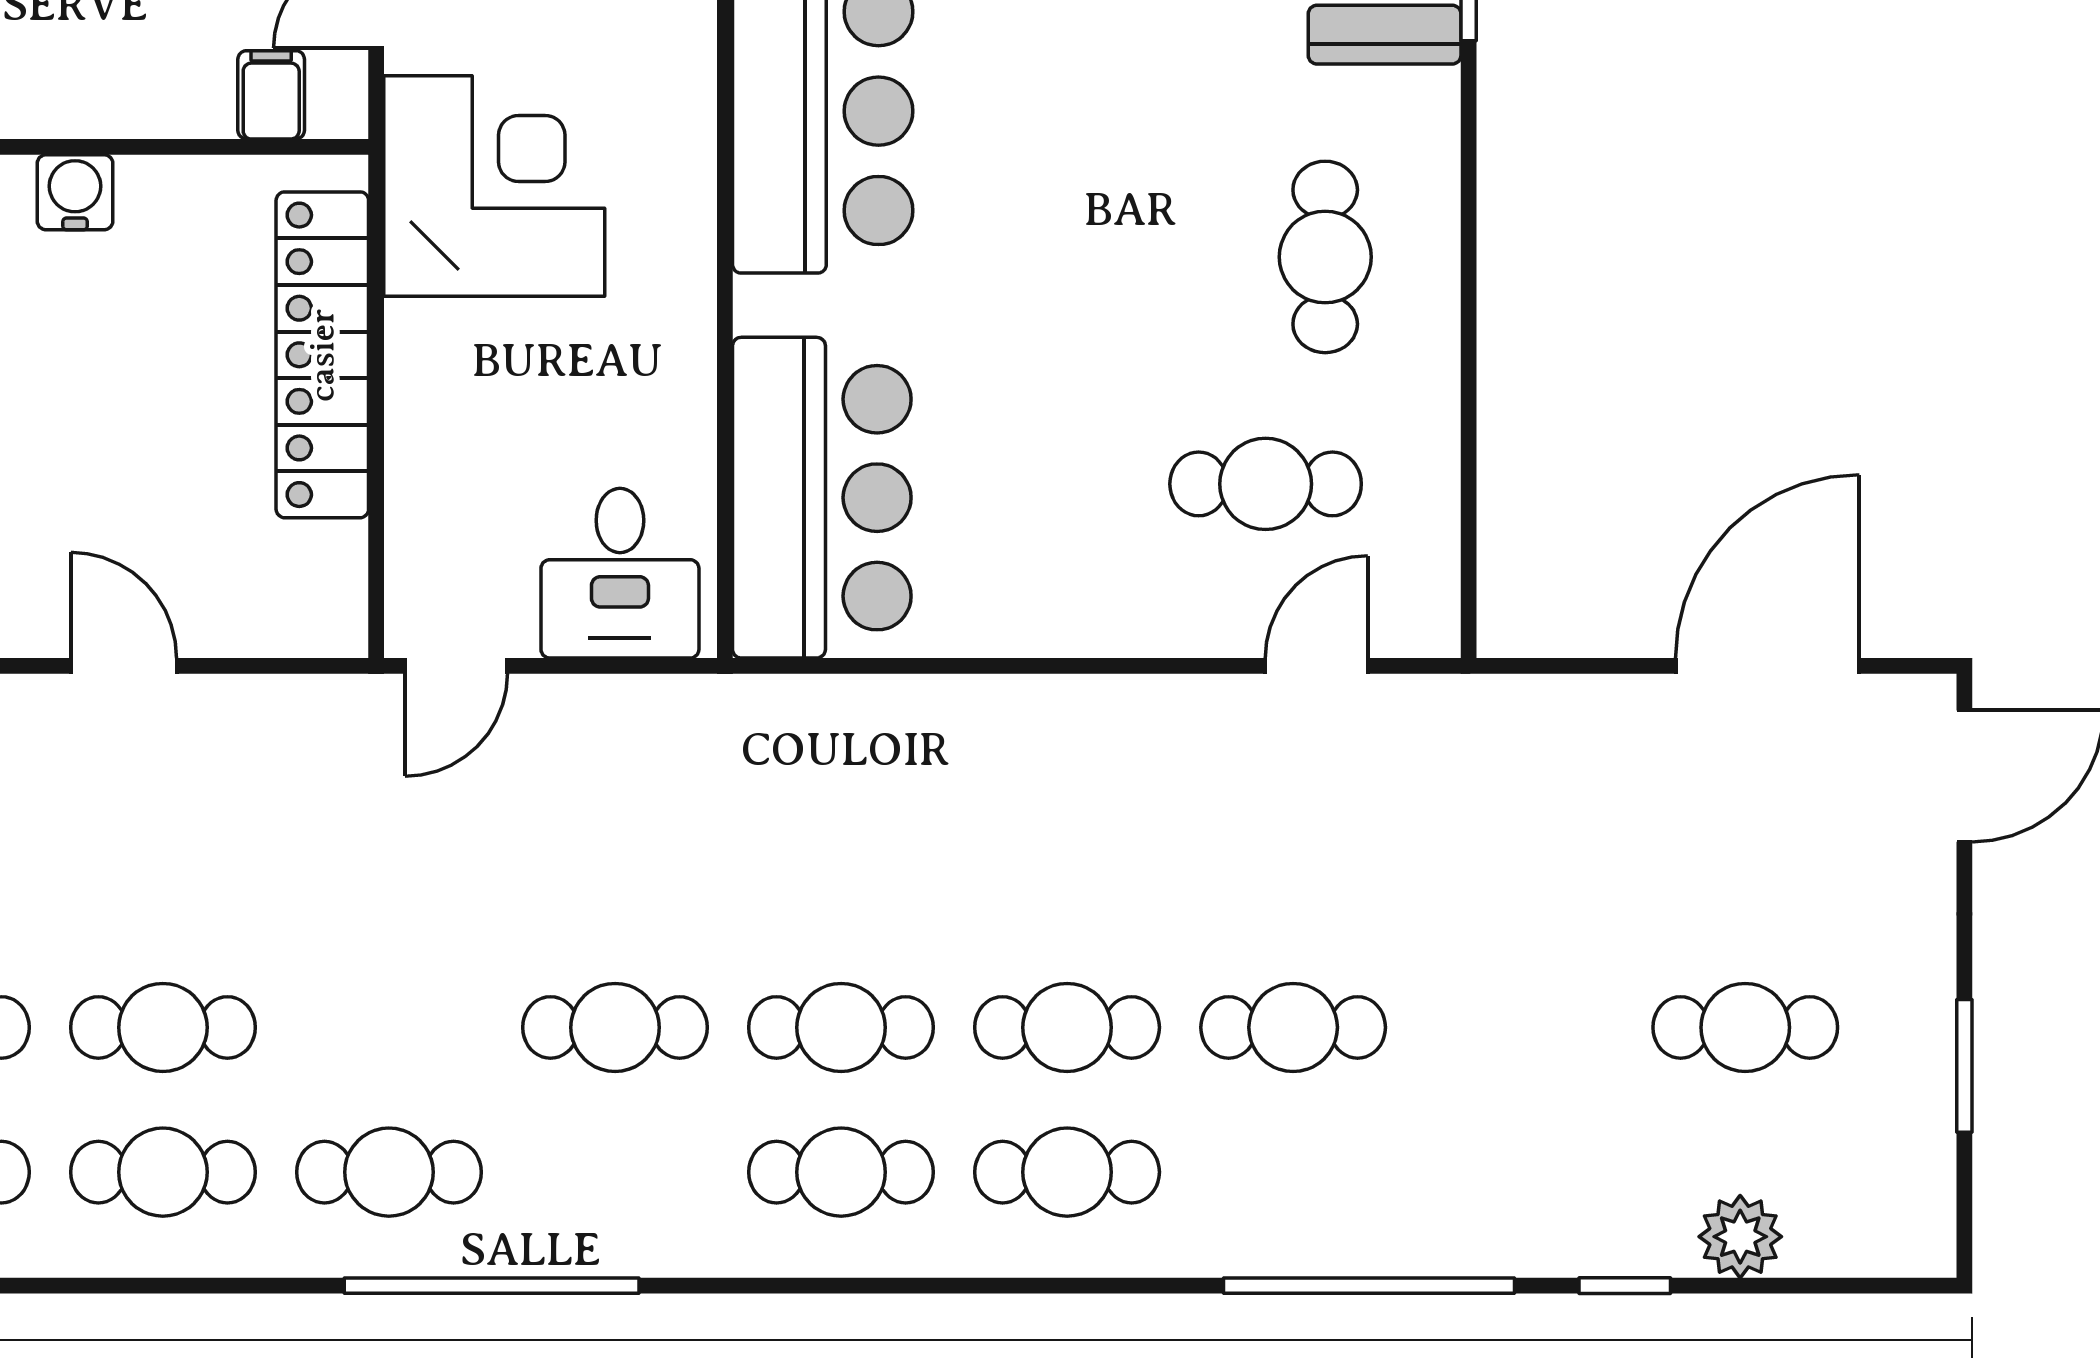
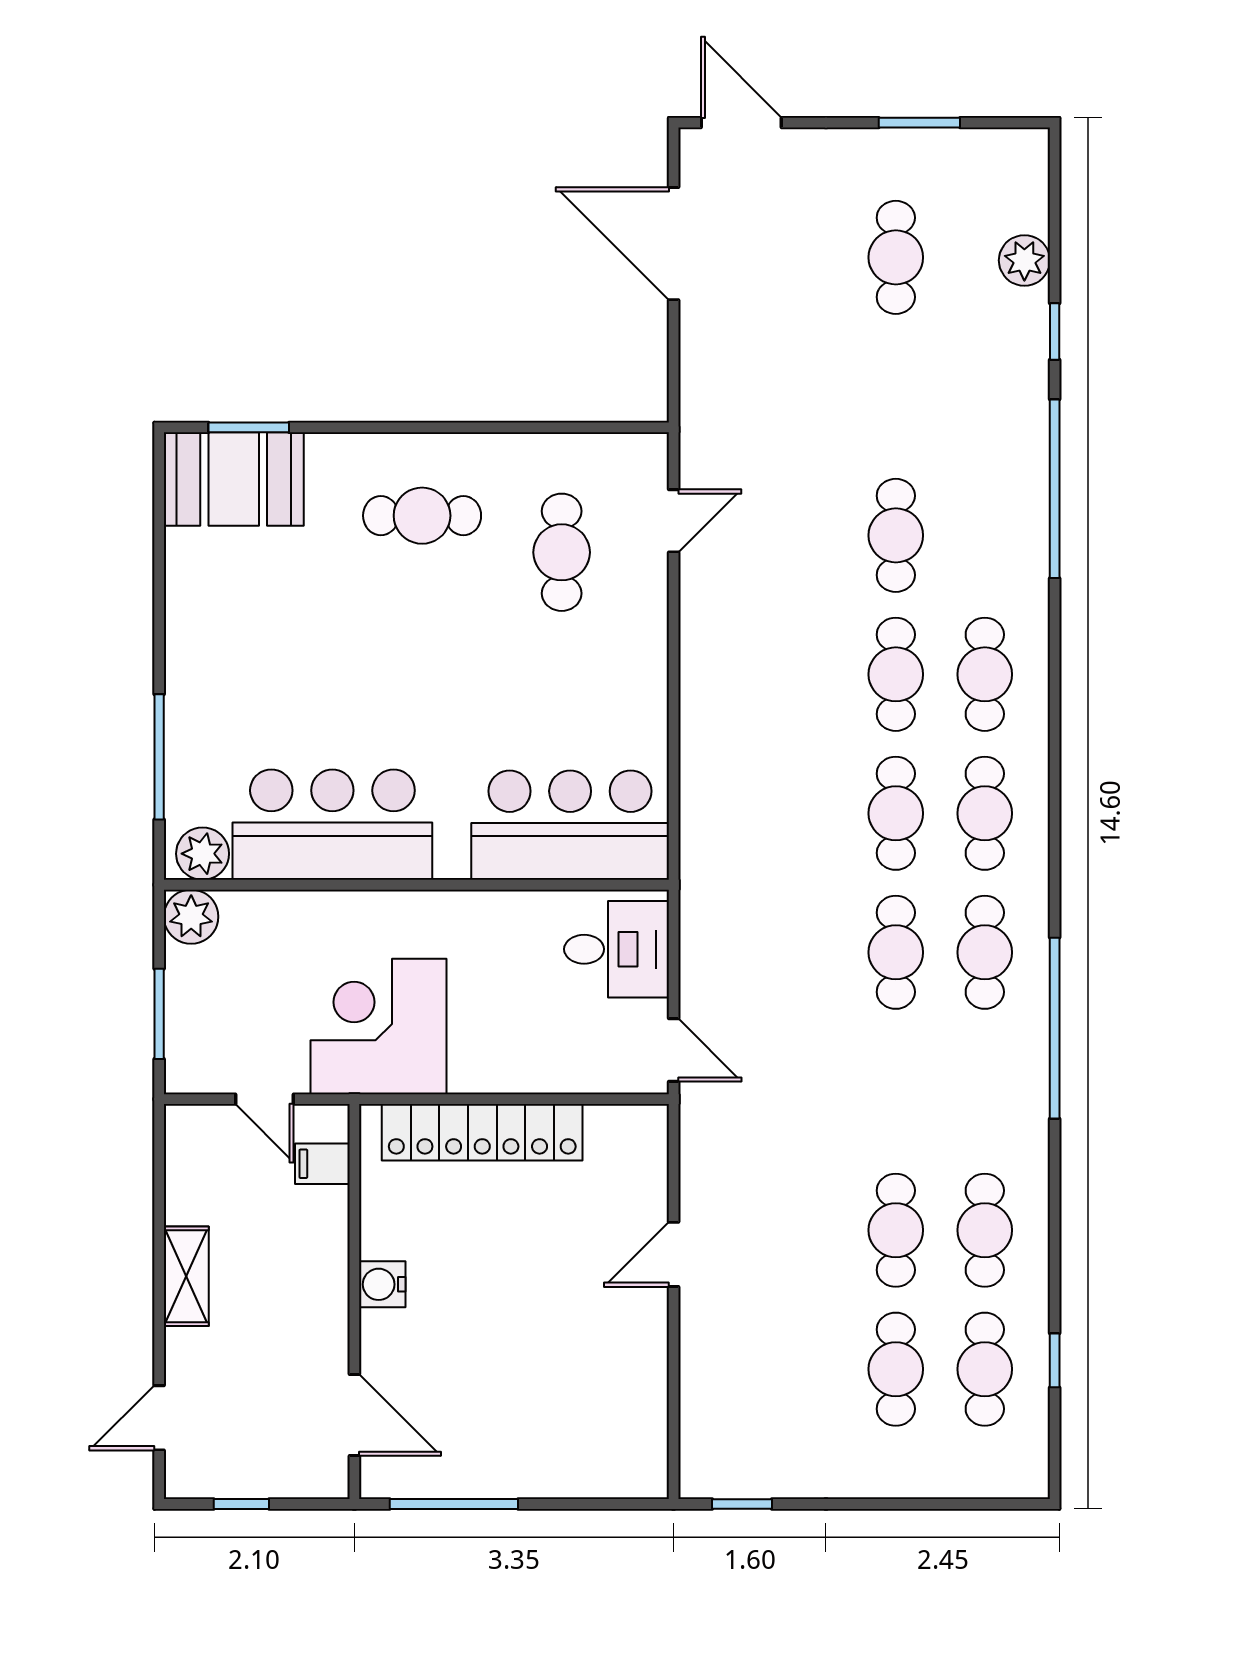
door: (1317, 666) -> (674, 521), swing flipped
cafe table: (389, 1172) -> (985, 952), moved

